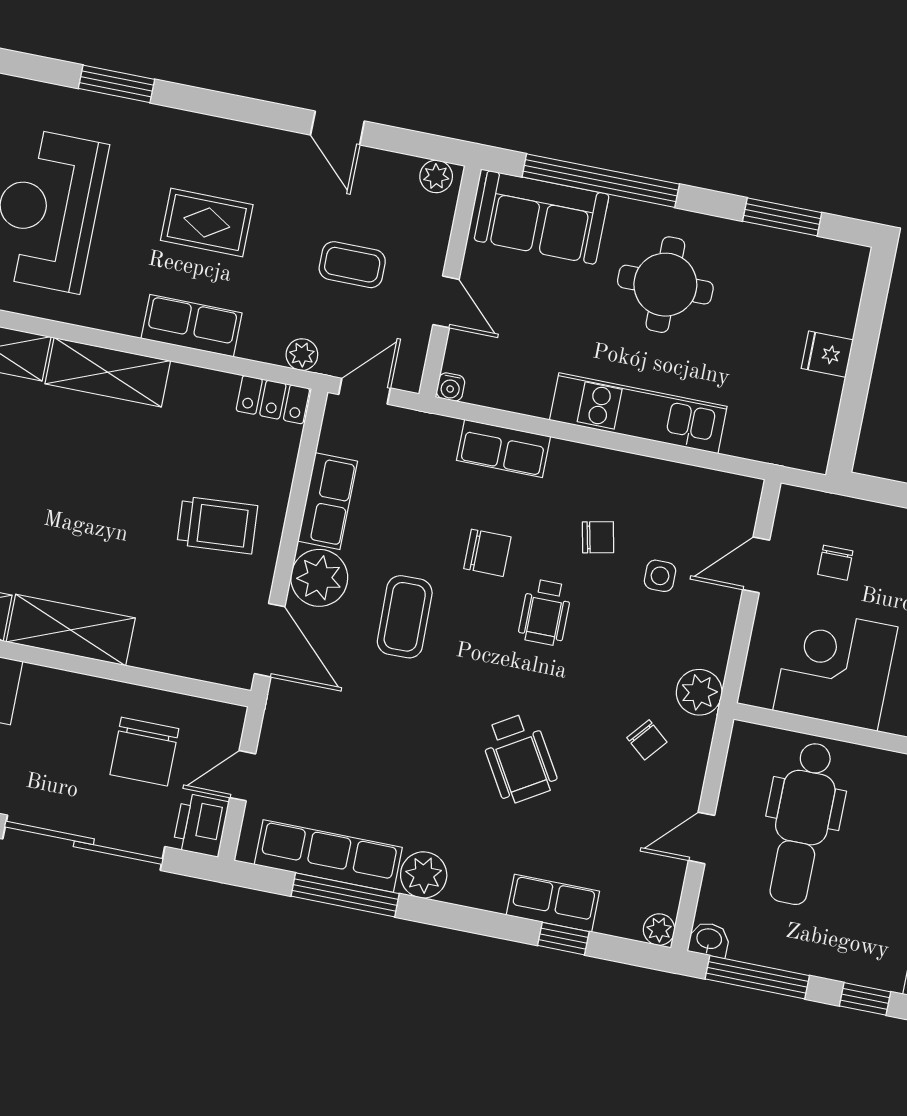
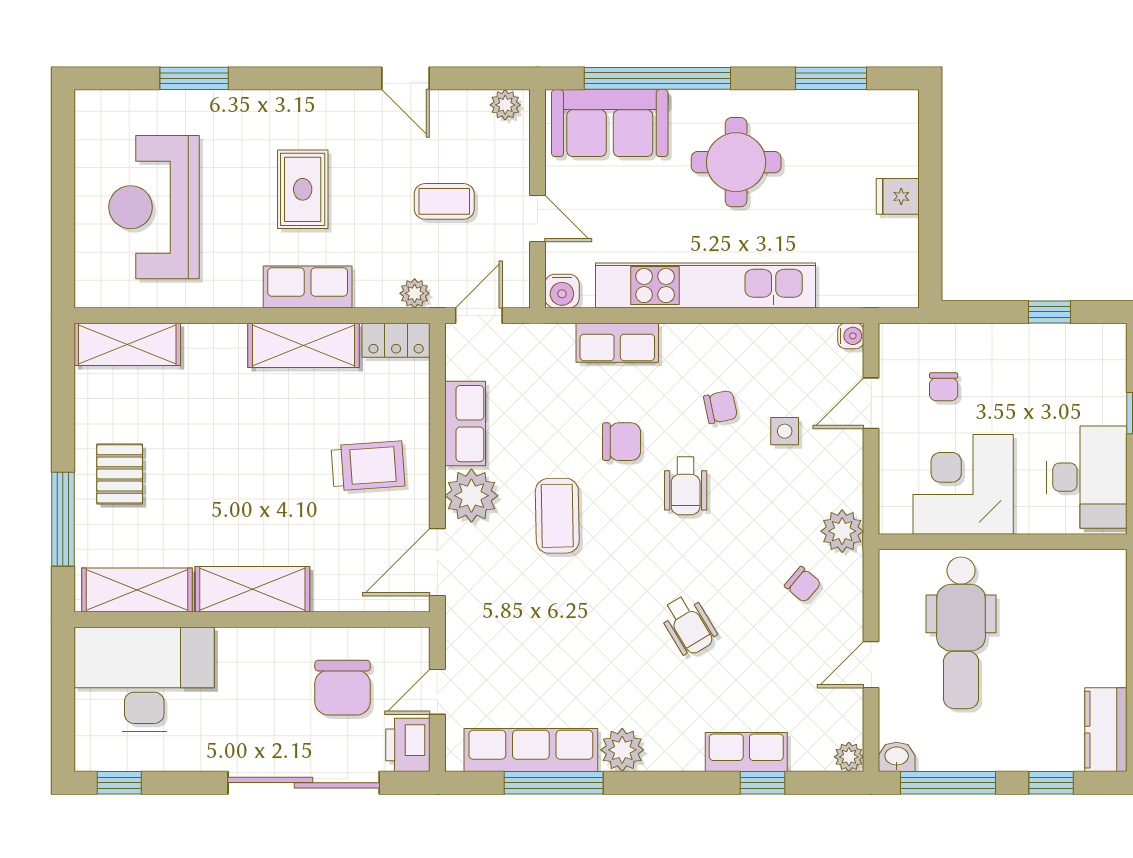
rug: (207, 222) -> (303, 189), turned 90
shelving: (108, 372) -> (304, 345), moved
water cooler: (451, 387) -> (562, 291), width x1.38, depth x1.38
kitchen unit: (638, 413) -> (706, 285), width x1.36
water cooler: (749, 490) -> (851, 336), added
door: (270, 640) -> (437, 562), swing flipped
wheelchair: (519, 758) -> (689, 625), width x0.73, depth x0.73

